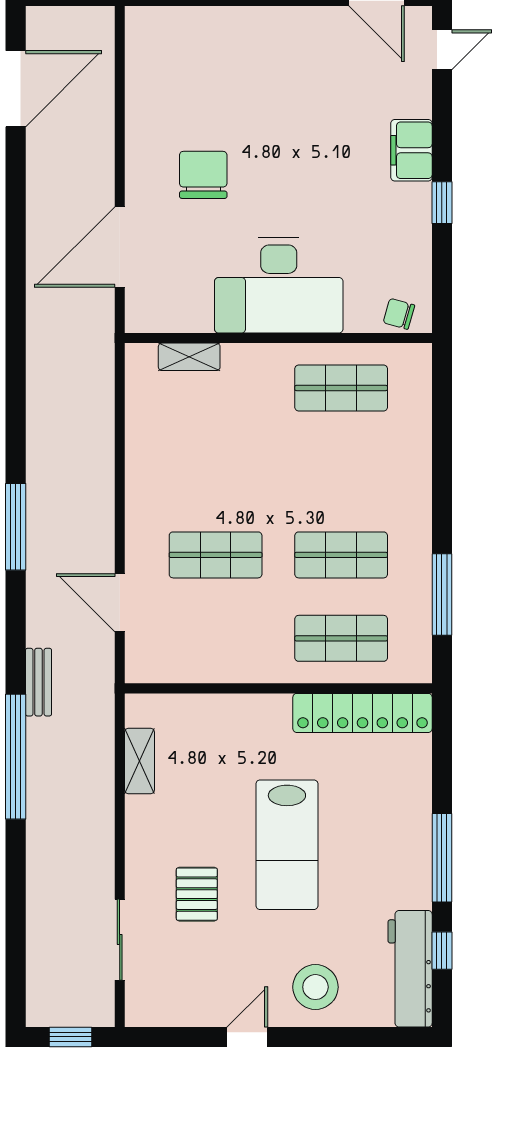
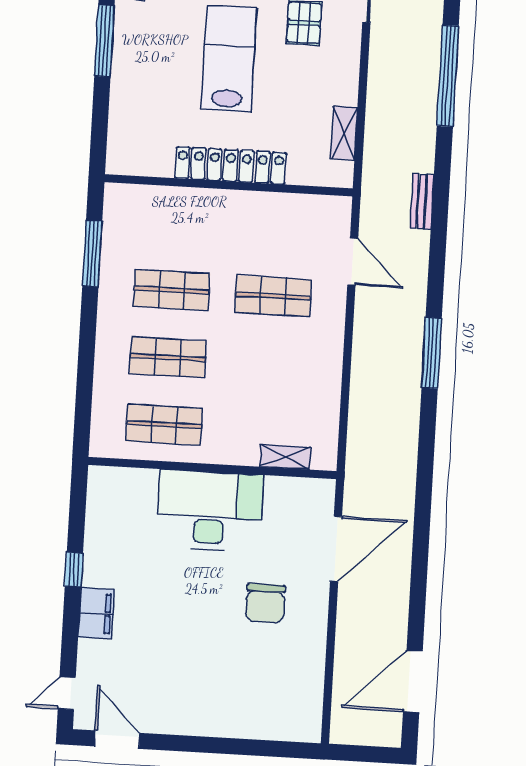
chair: (399, 314) -> (114, 482), removed
window: (16, 527) -> (432, 353), moved
shop shelf: (341, 638) -> (168, 357), moved
locker: (362, 713) -> (231, 165), moved
window: (16, 757) -> (448, 76), moved

